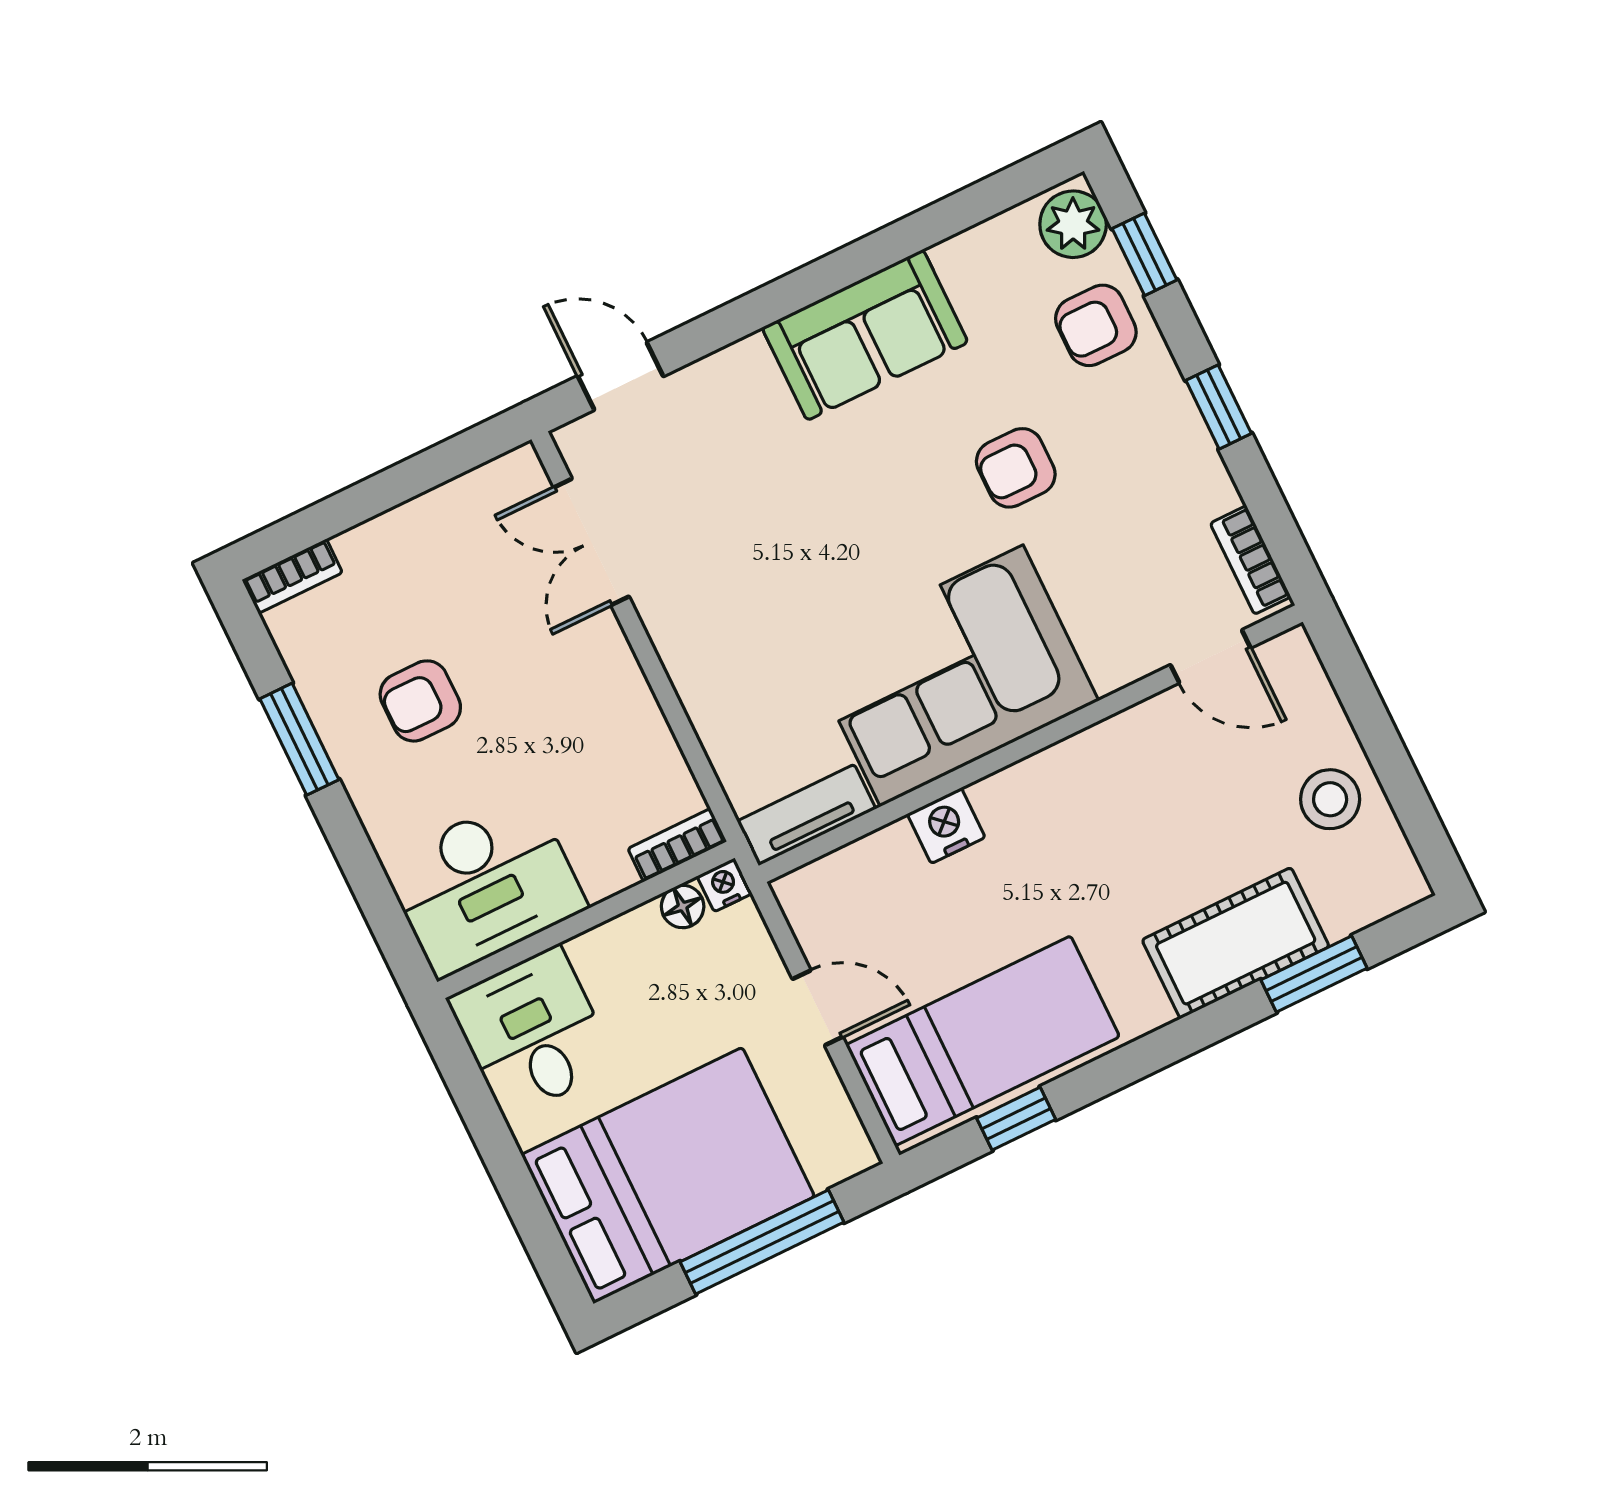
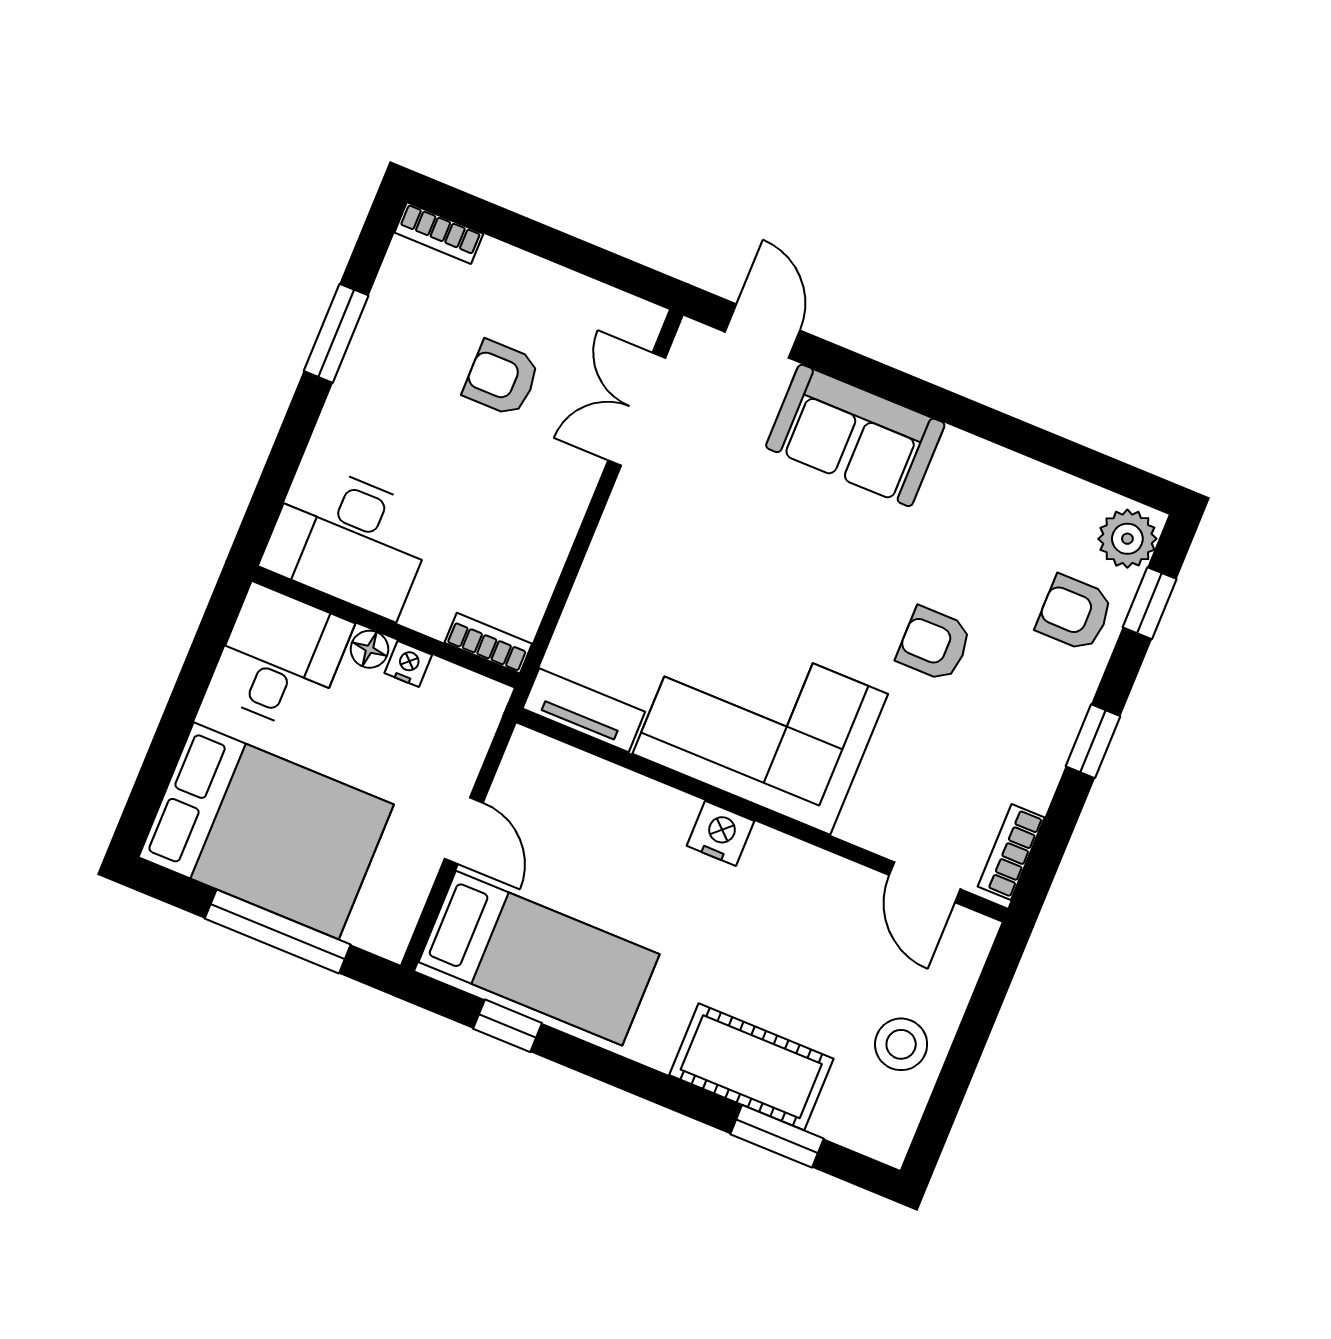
sofa: (865, 335) -> (855, 435), moved
armchair: (420, 701) -> (501, 378), moved
nightstand: (946, 826) -> (721, 833), moved
nightstand: (724, 885) -> (408, 664), moved
floor lamp: (683, 906) -> (369, 649), moved

